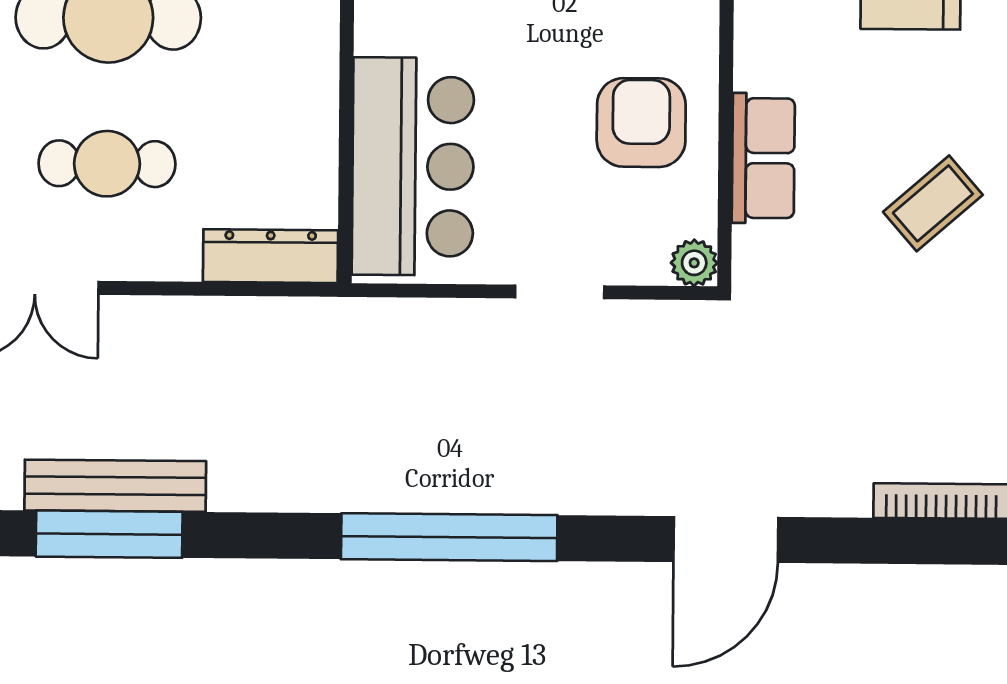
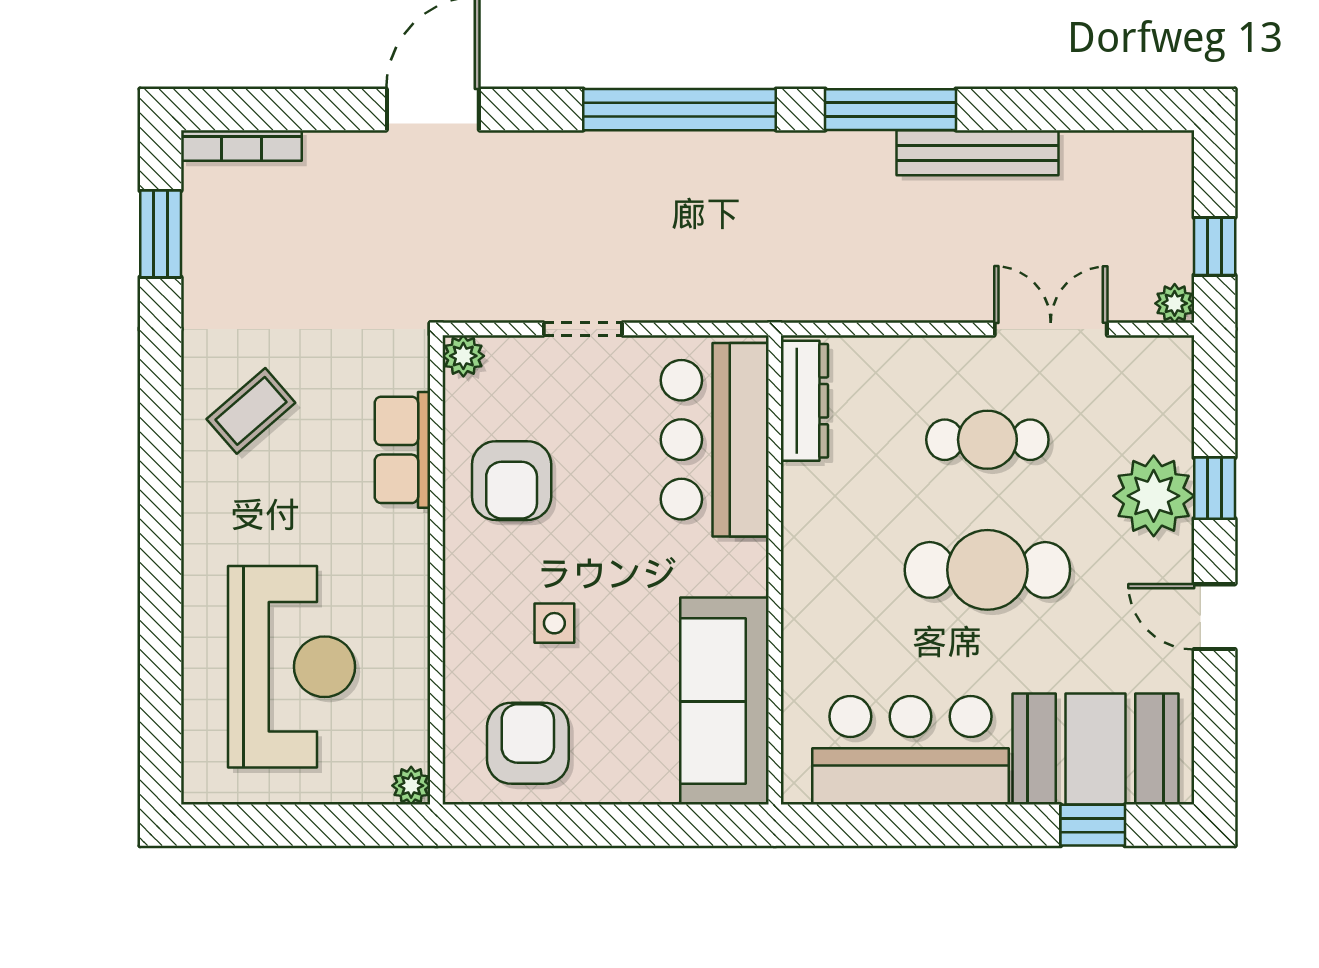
dresser: (271, 256) -> (804, 401), moved, turned -90
window: (109, 534) -> (890, 110), moved

